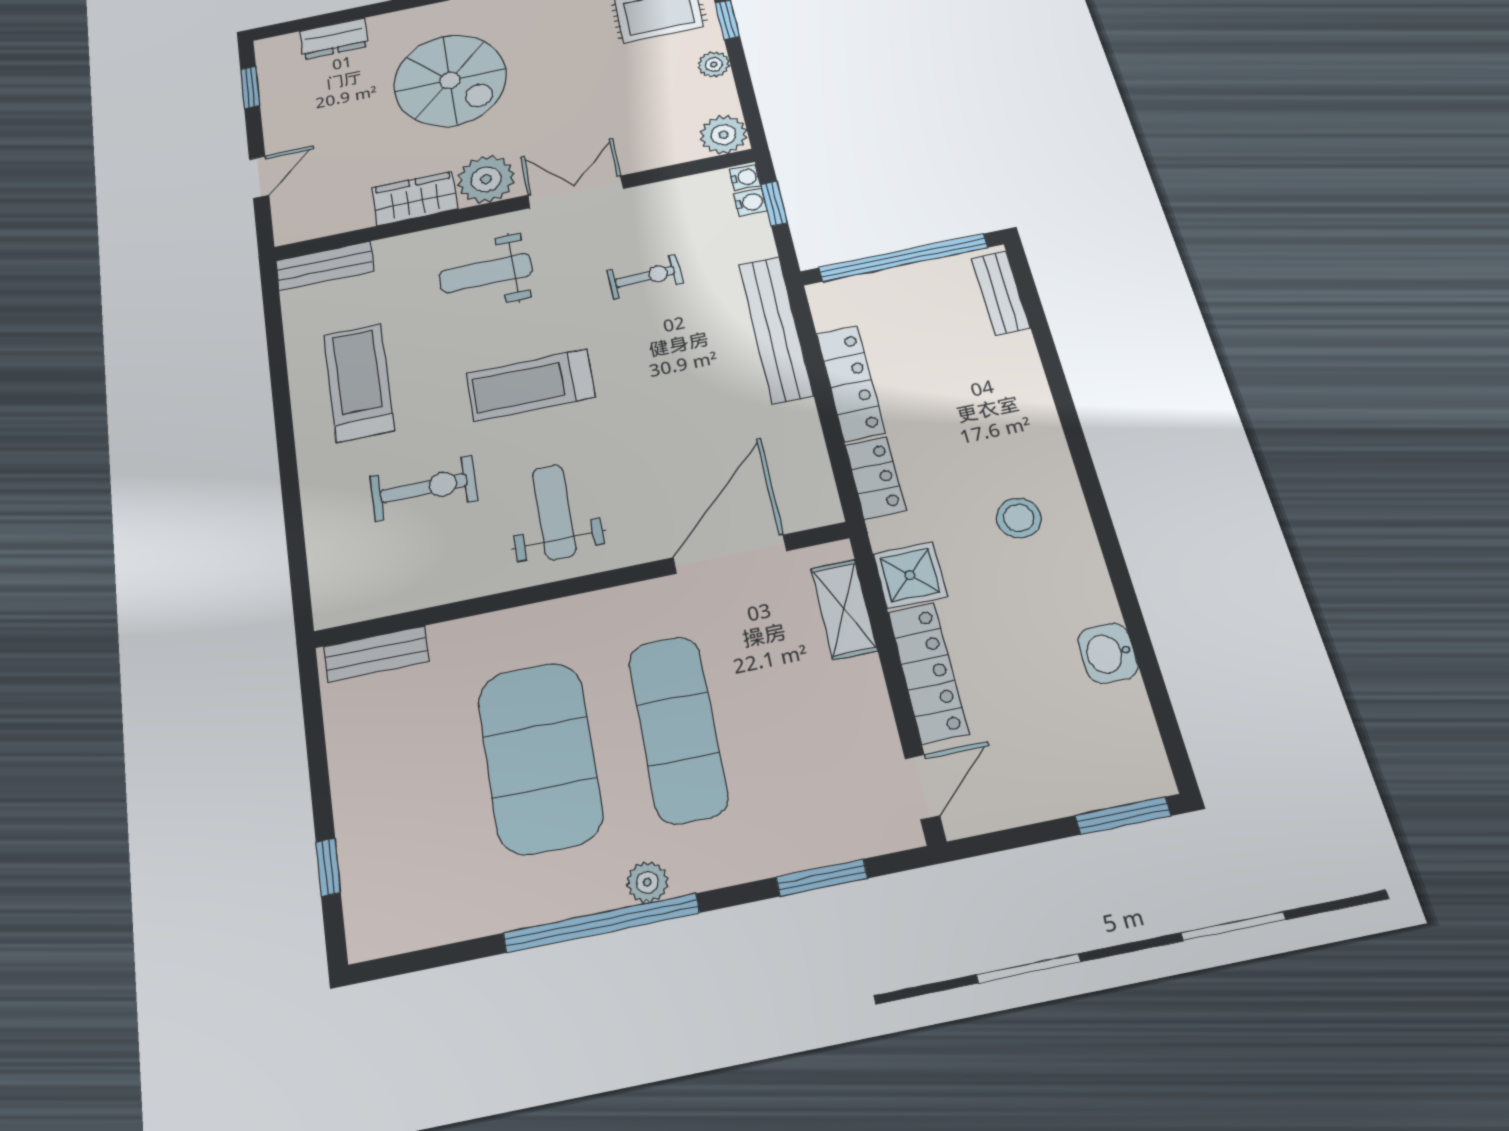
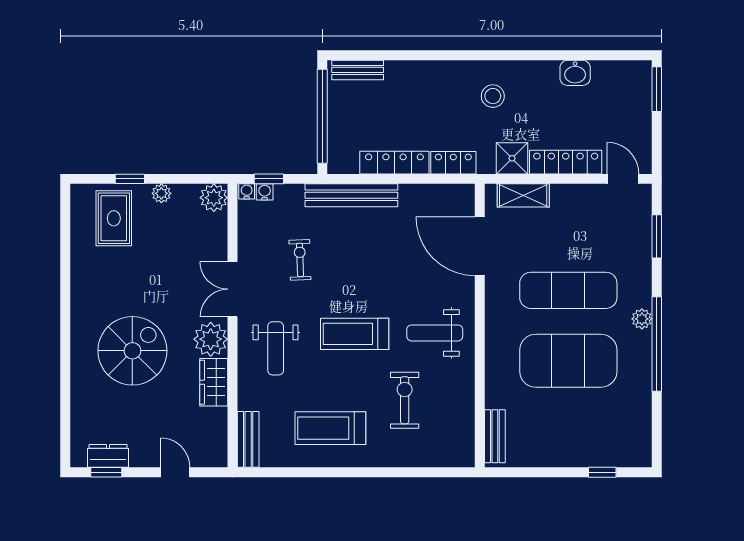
dresser: (334, 39) -> (108, 456), moved, turned -90
treadmill: (531, 385) -> (355, 334), turned 90

